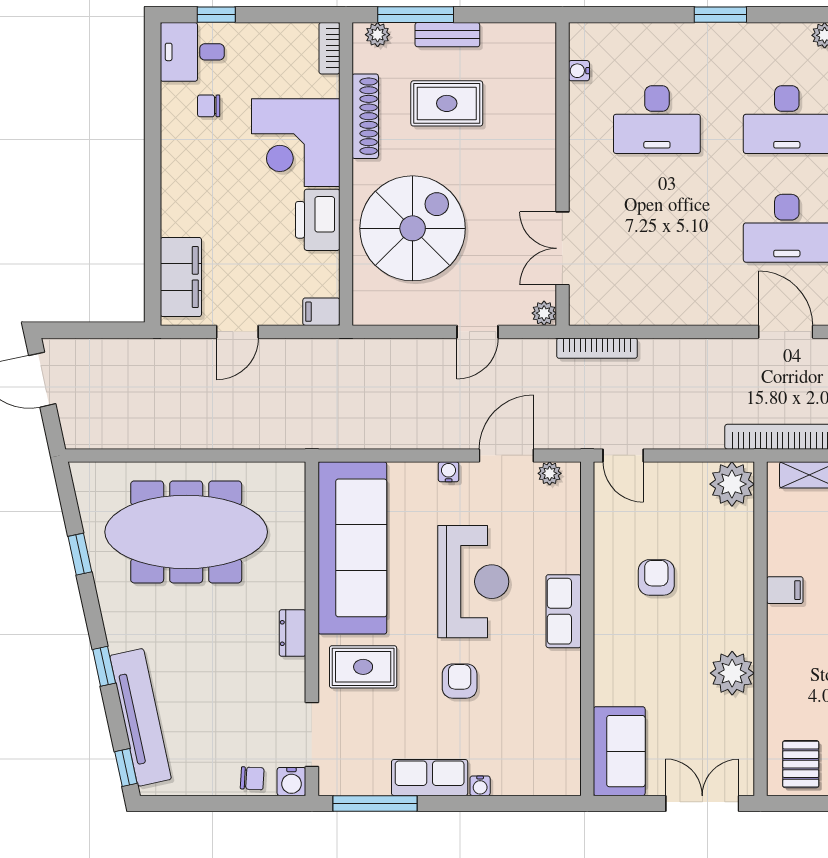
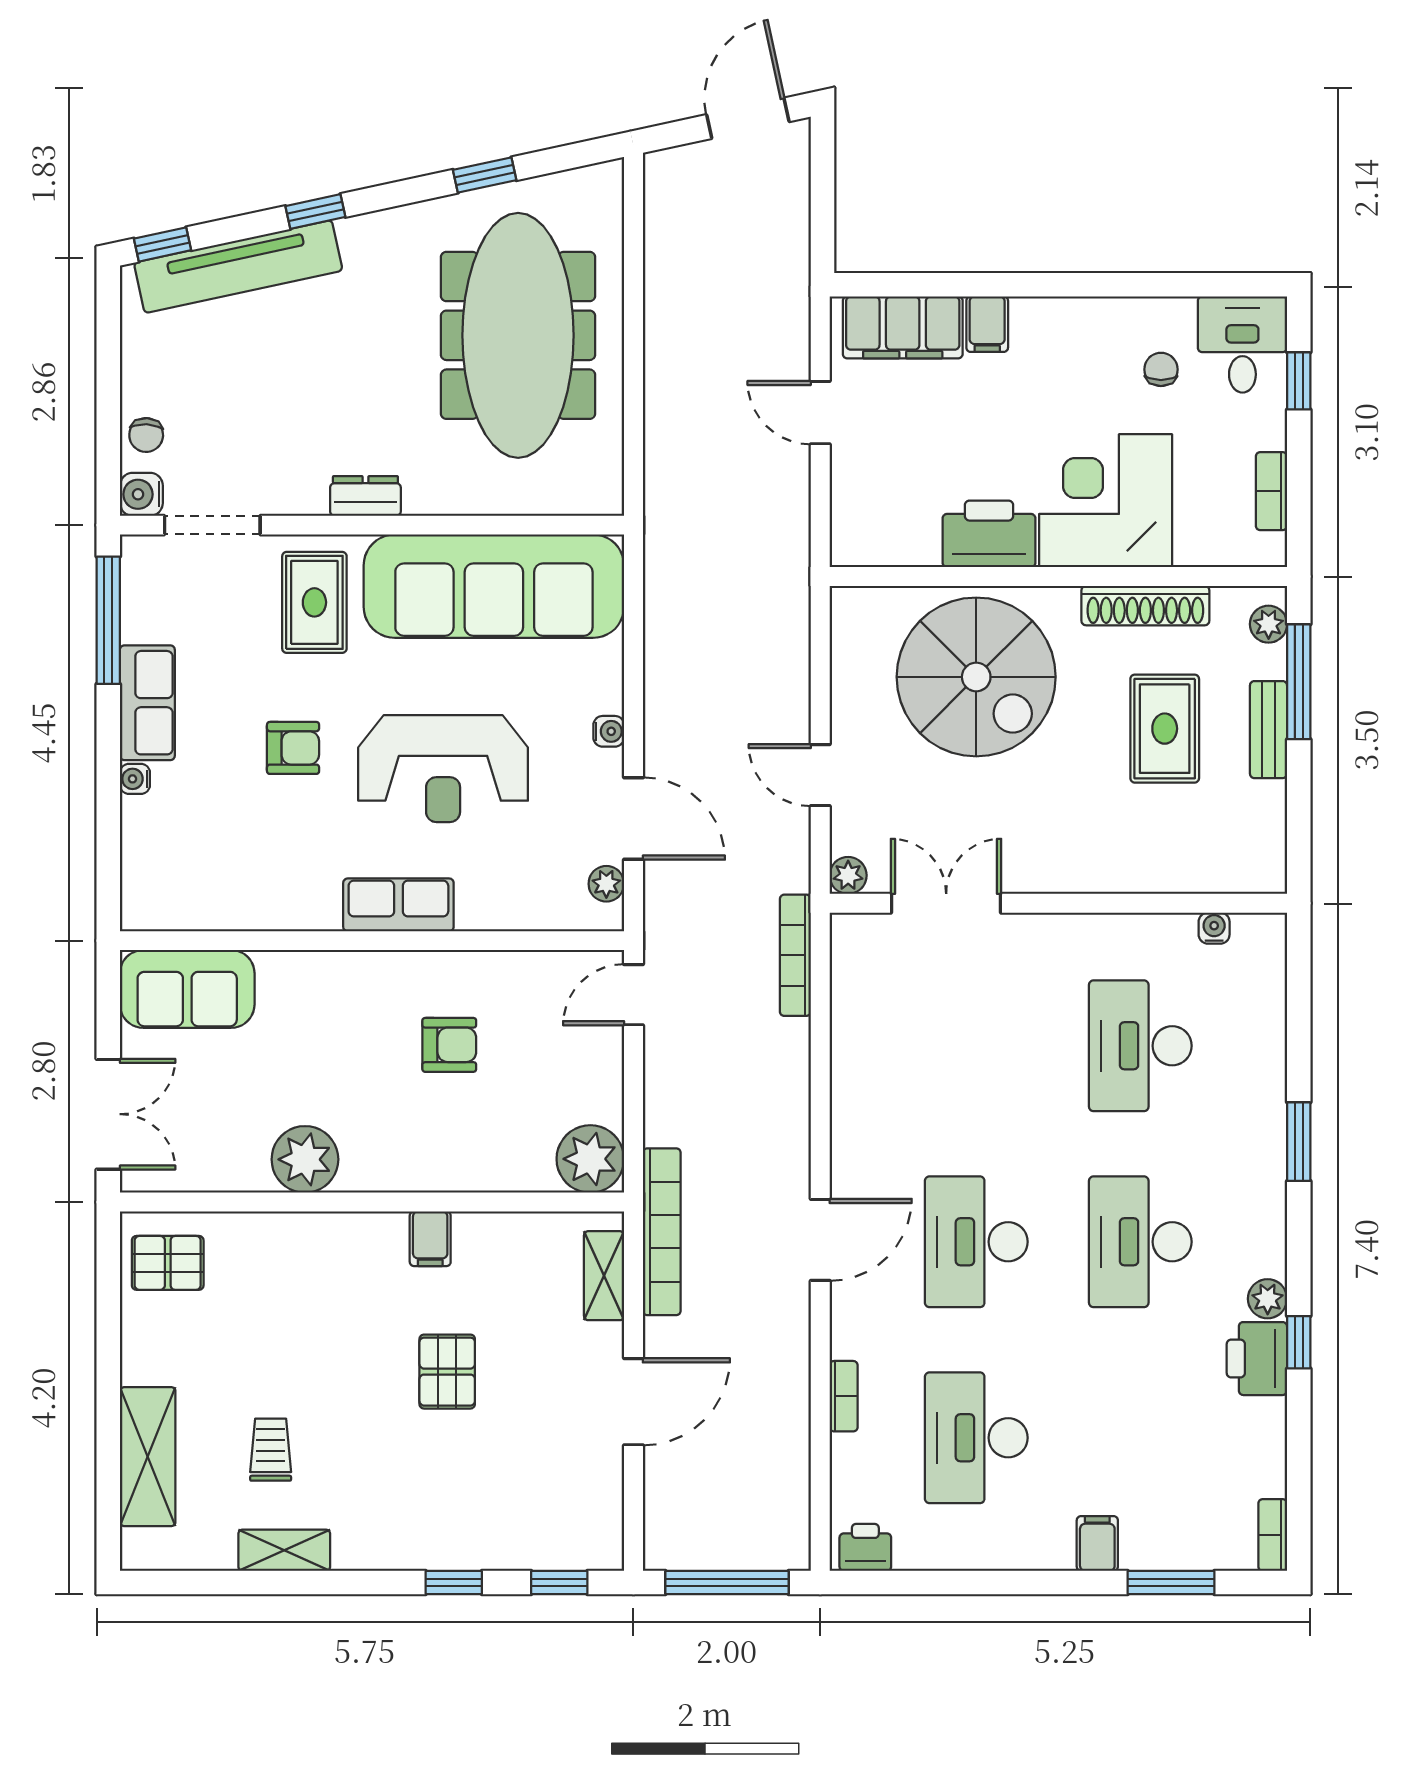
bookcase: (329, 48) -> (1271, 491), moved, turned -90
filing cabinet: (321, 312) -> (987, 324), moved, turned 180

